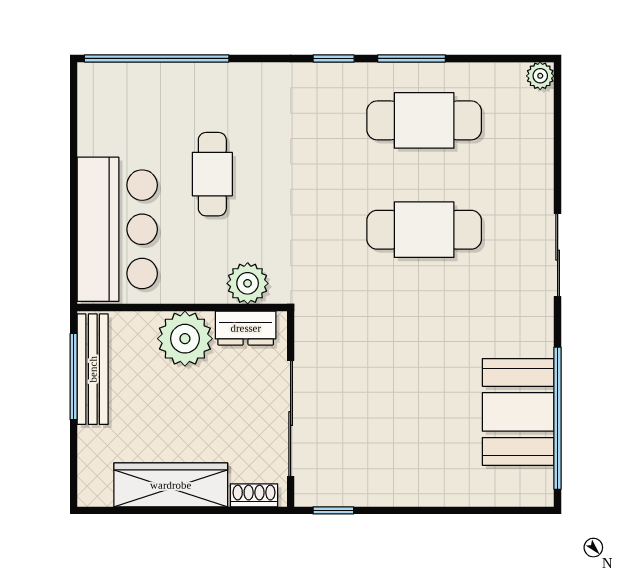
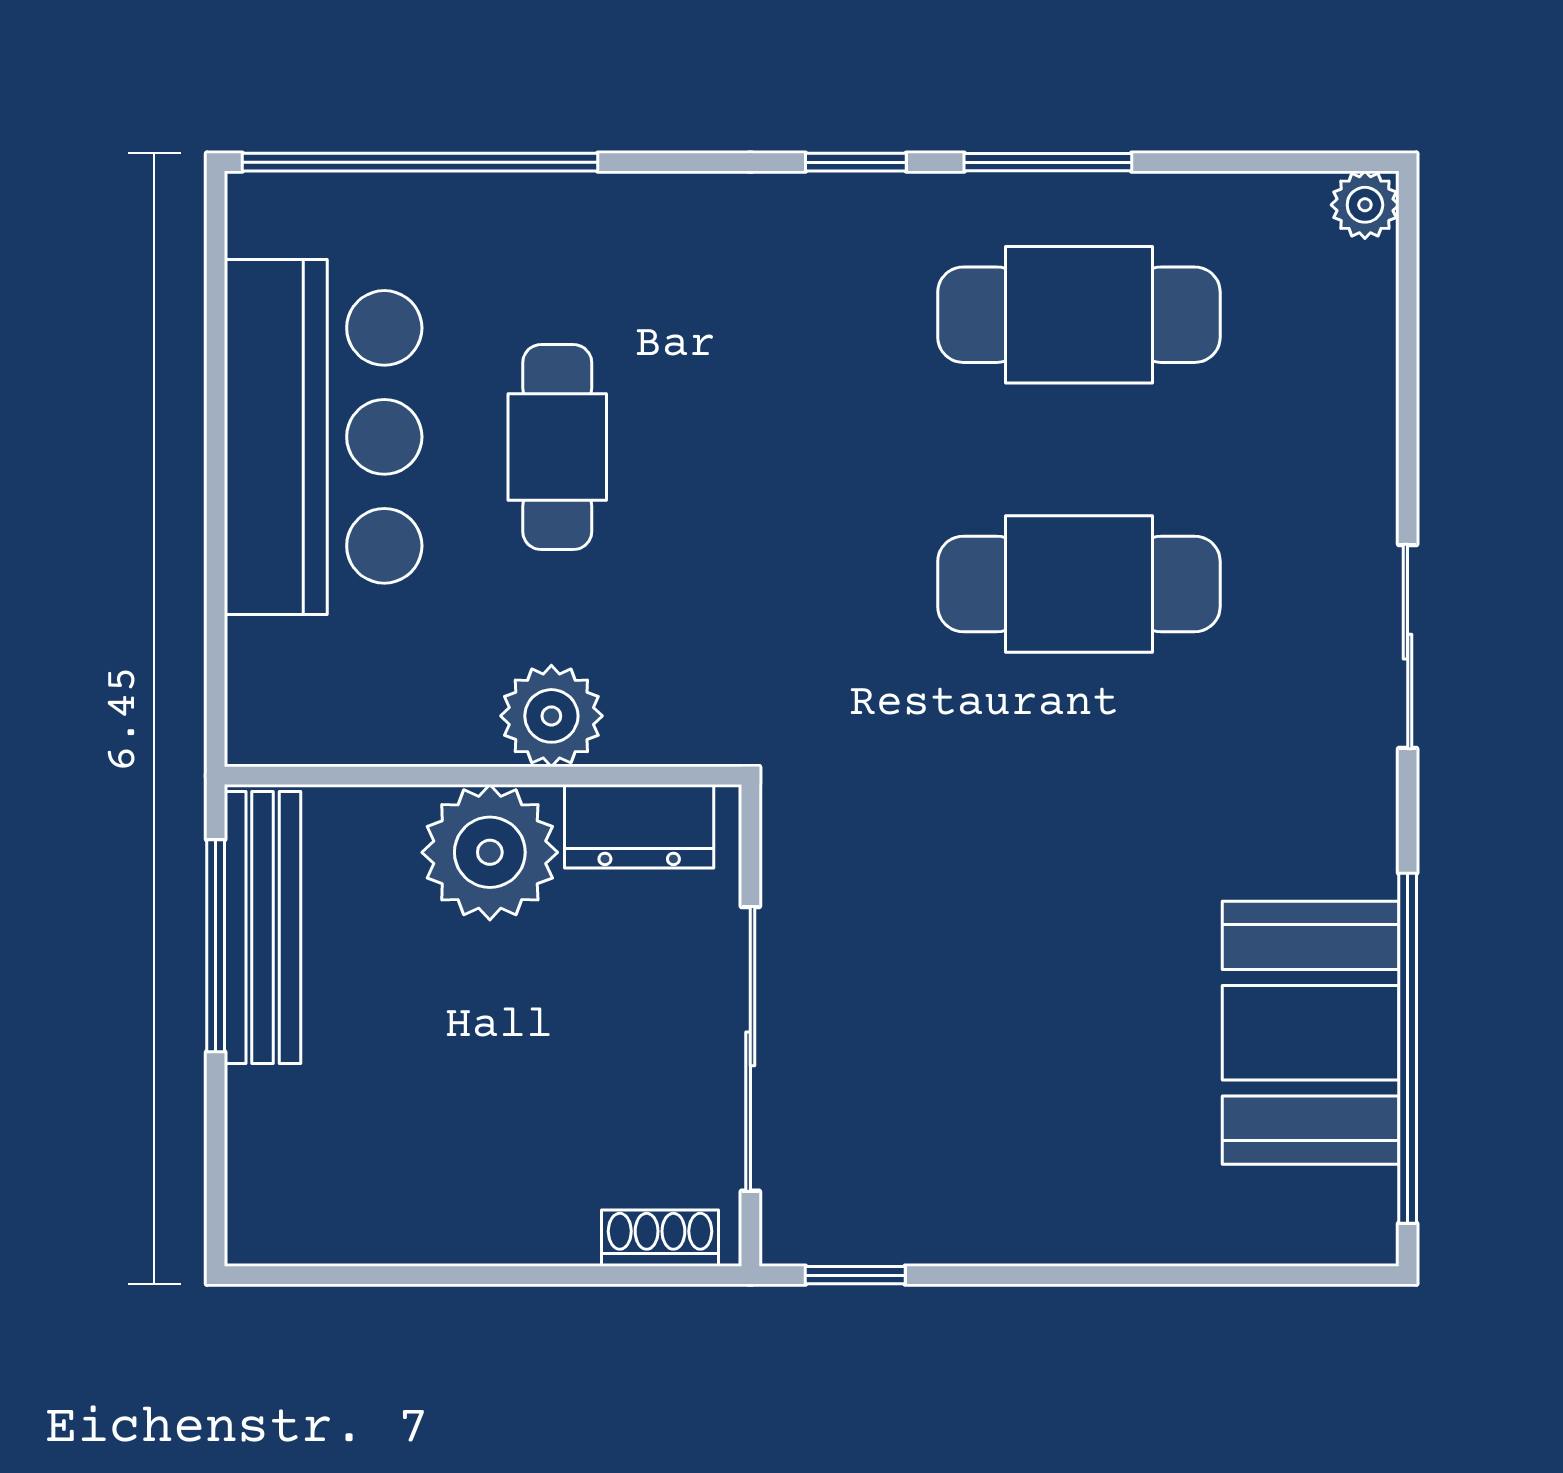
bar counter: (117, 229) -> (323, 437), moved
plant: (248, 283) -> (551, 716), moved
wardrobe: (171, 485) -> (455, 1212), removed

